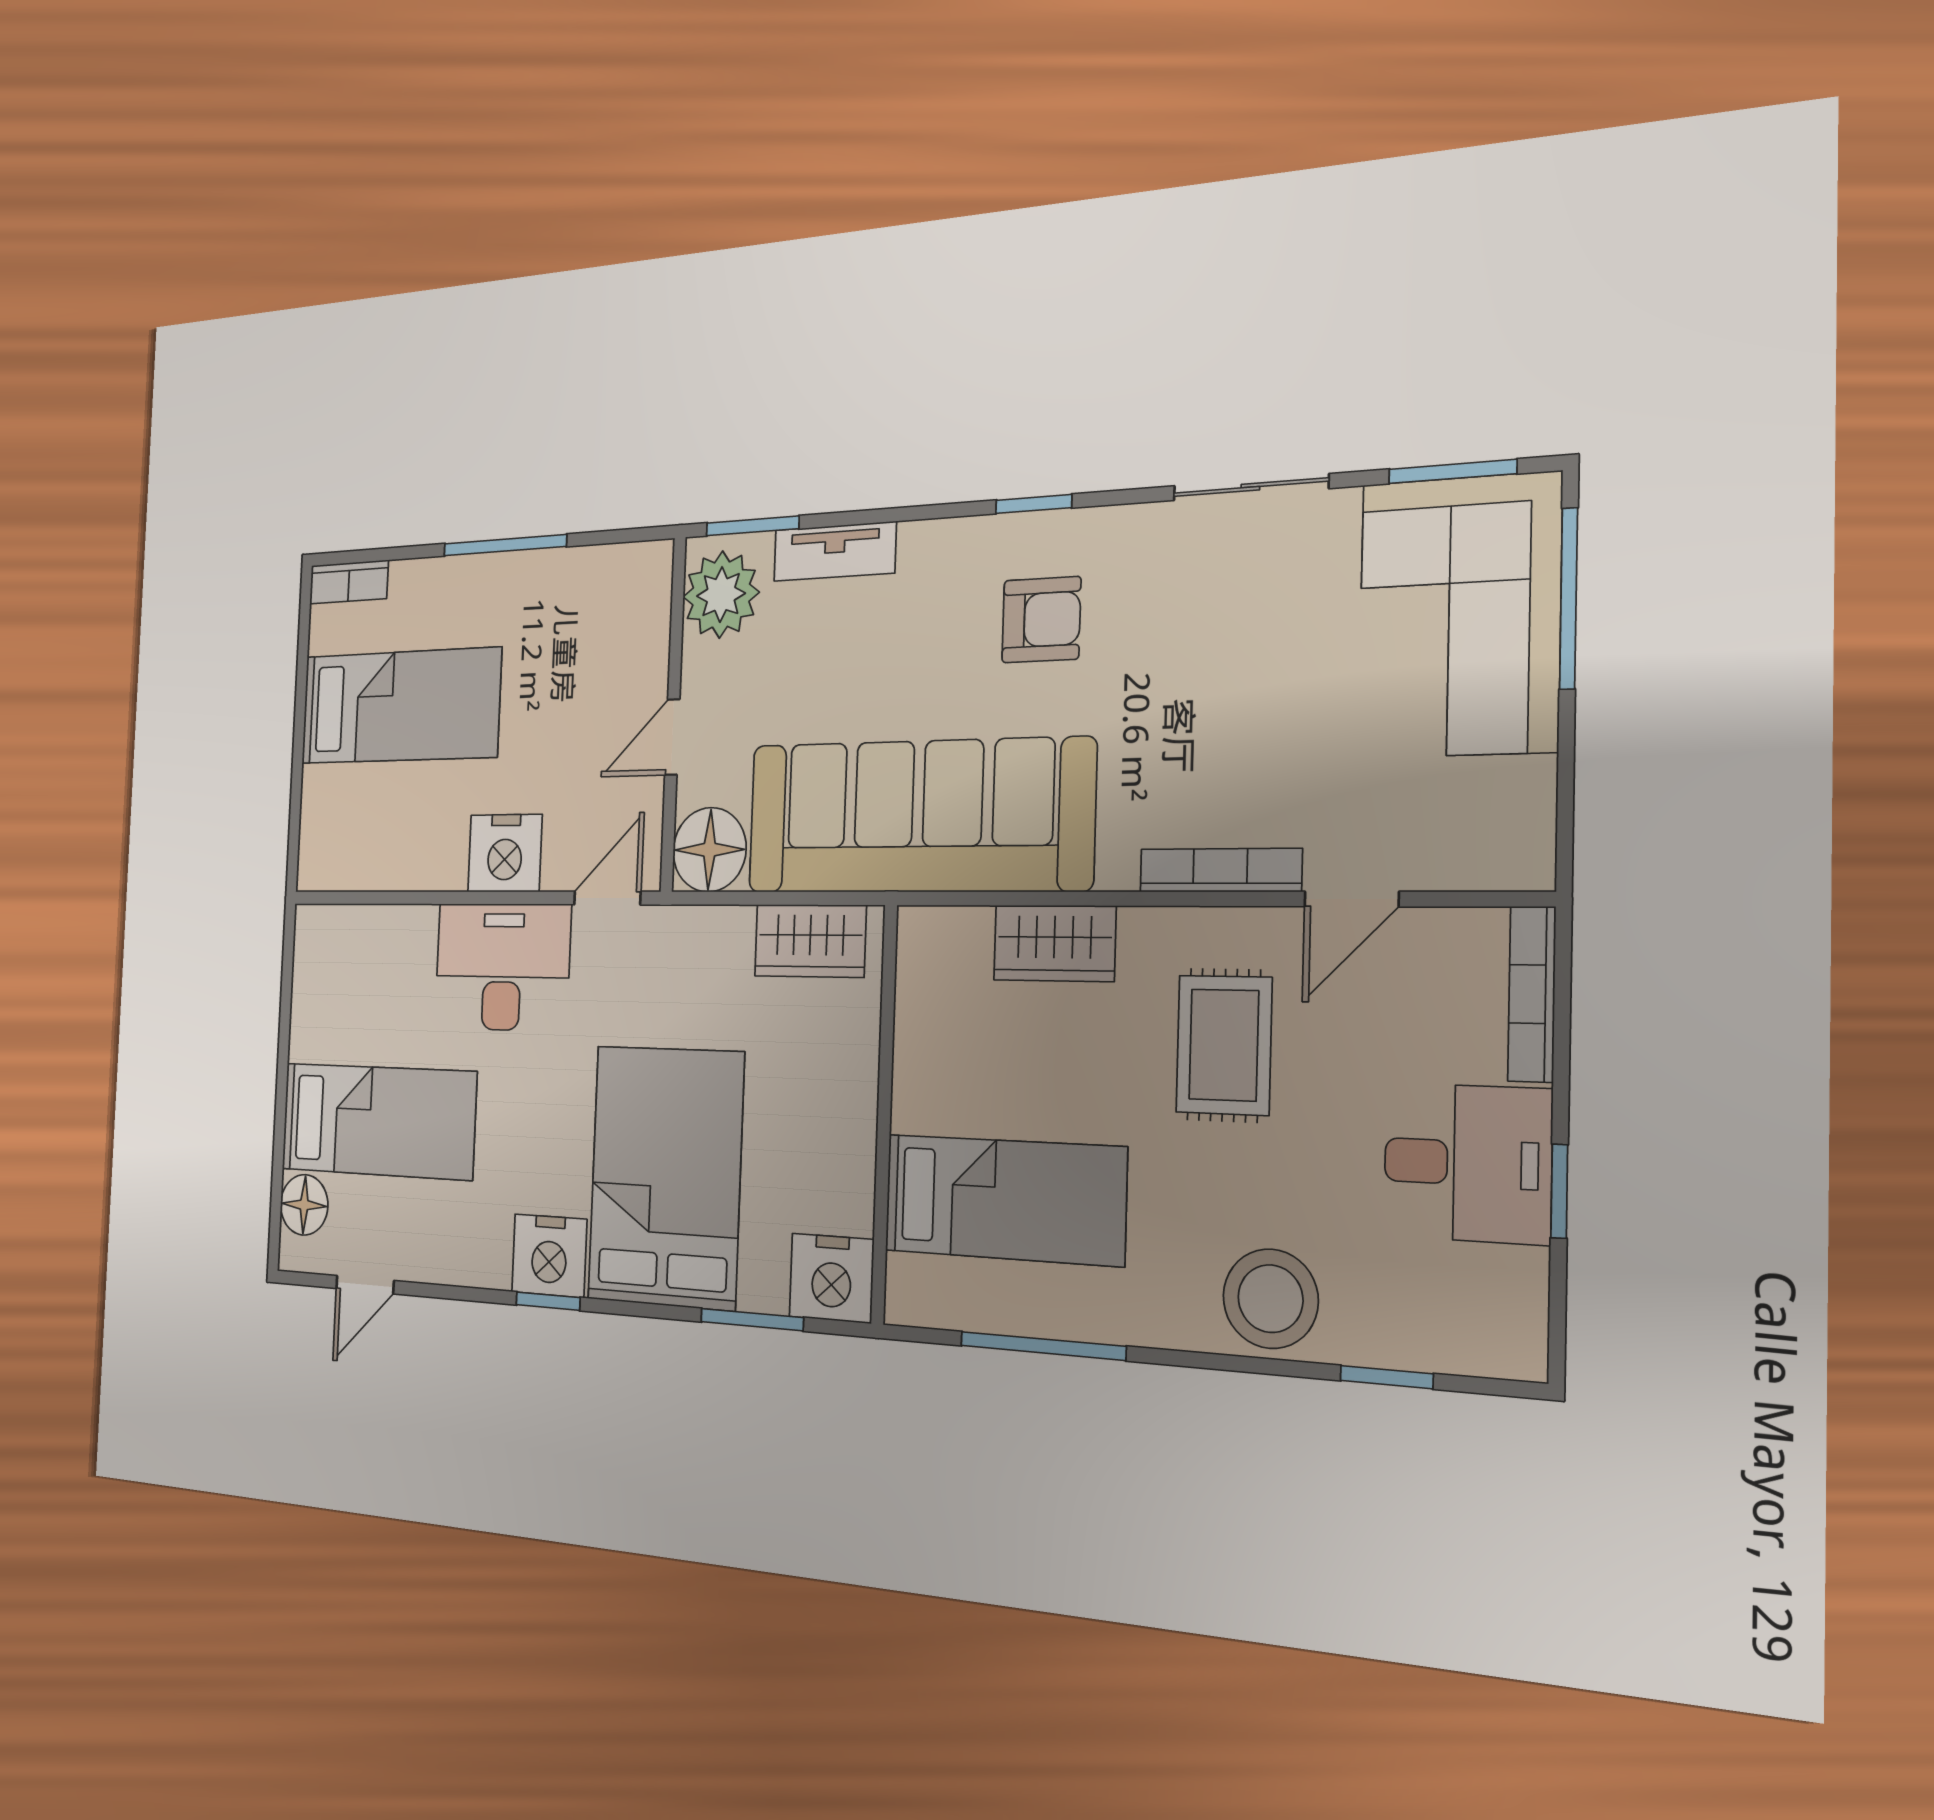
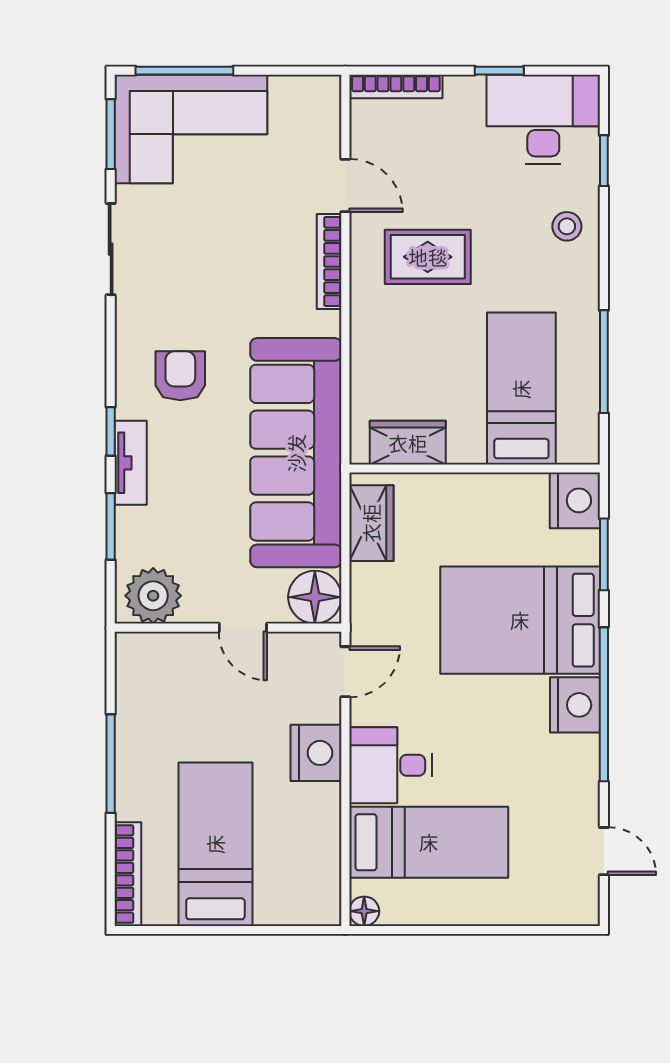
window: (1034, 504) -> (111, 431), moved
window: (752, 526) -> (111, 526), moved
tv unit: (835, 551) -> (131, 463), moved
bookcase: (349, 582) -> (128, 874), width x1.56
door: (607, 898) -> (345, 672), swing flipped
wardrobe: (1054, 943) -> (408, 443), moved, turned -90
desk: (502, 967) -> (390, 765), width x0.73
bed: (378, 1121) -> (429, 842), moved, turned 90
desk: (1467, 1163) -> (543, 119), moved, width x1.37
floor lamp: (304, 1205) -> (364, 911), moved, width x0.73, depth x0.73
stool: (1271, 1299) -> (567, 226), width x0.53, depth x0.53
window: (548, 1301) -> (604, 704), width x3.17

